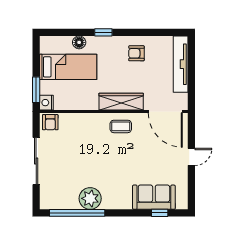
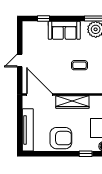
armchair: (136, 53) -> (61, 138), width x1.88, depth x1.88
coffee table: (121, 126) -> (79, 65), moved
sofa: (154, 197) -> (64, 30), moved

